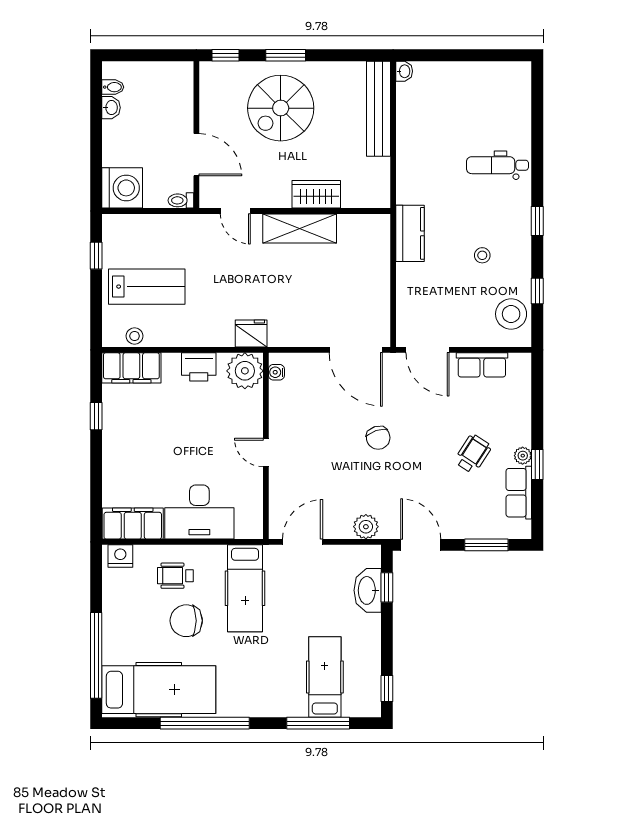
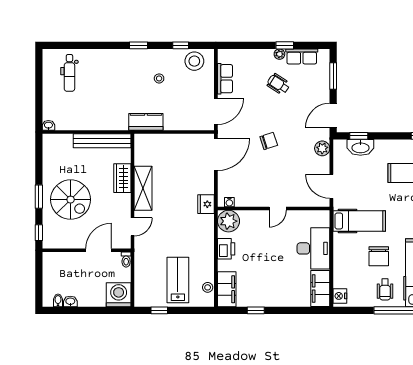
bench: (378, 109) -> (102, 141), moved
dental chair: (497, 165) -> (69, 73), moved
fridge: (251, 333) -> (206, 204), moved
wheelchair: (175, 576) -> (385, 289), moved

